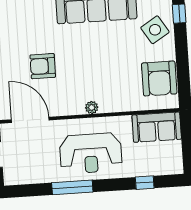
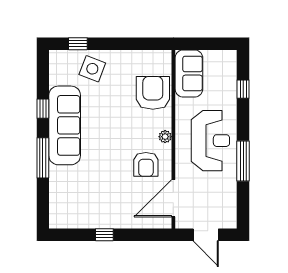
side table: (155, 30) -> (92, 69), turned -37
armchair: (43, 66) -> (146, 164), moved
armchair: (159, 78) -> (153, 93), moved, turned -90

